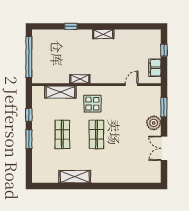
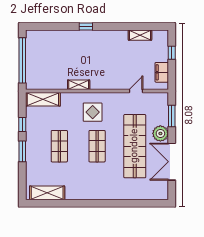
window: (71, 26) -> (86, 27), moved
shelving: (103, 34) -> (140, 35), moved
shelving: (60, 92) -> (43, 99), moved
shop shelf: (130, 134) -> (135, 146), added
double door: (164, 148) -> (172, 162), width x1.37
shelving: (75, 177) -> (47, 193), moved

